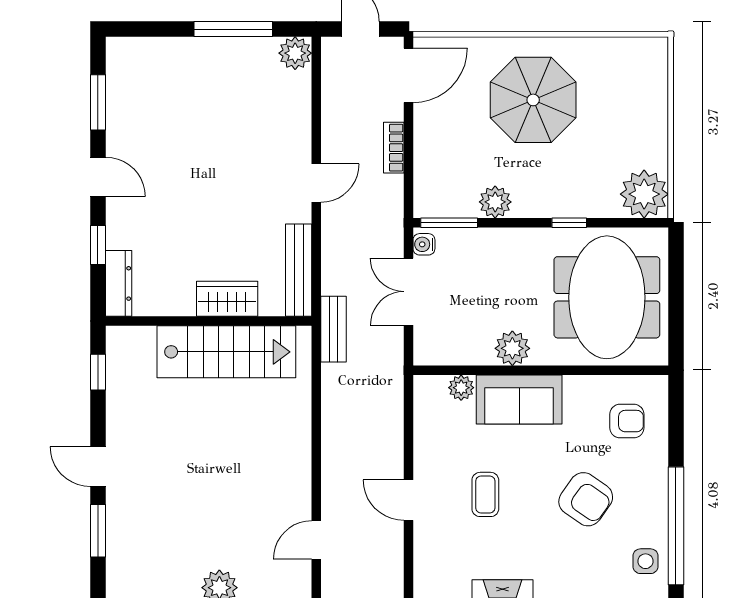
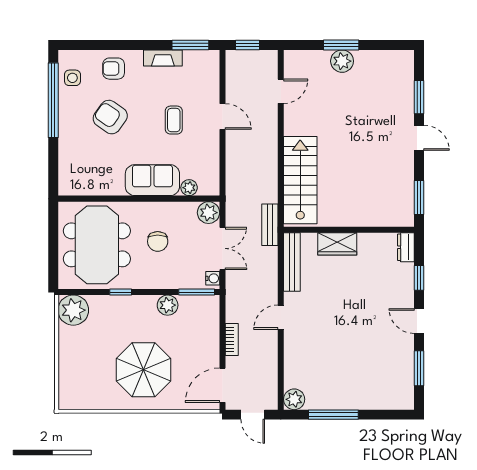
dresser: (119, 283) -> (406, 247), width x0.70
chair: (511, 303) -> (158, 241), added
plant: (512, 348) -> (208, 213), moved
stairs: (226, 352) -> (300, 180), moved, turned 90
window: (98, 372) -> (419, 198), width x1.50
armchair: (627, 421) -> (114, 69), moved

